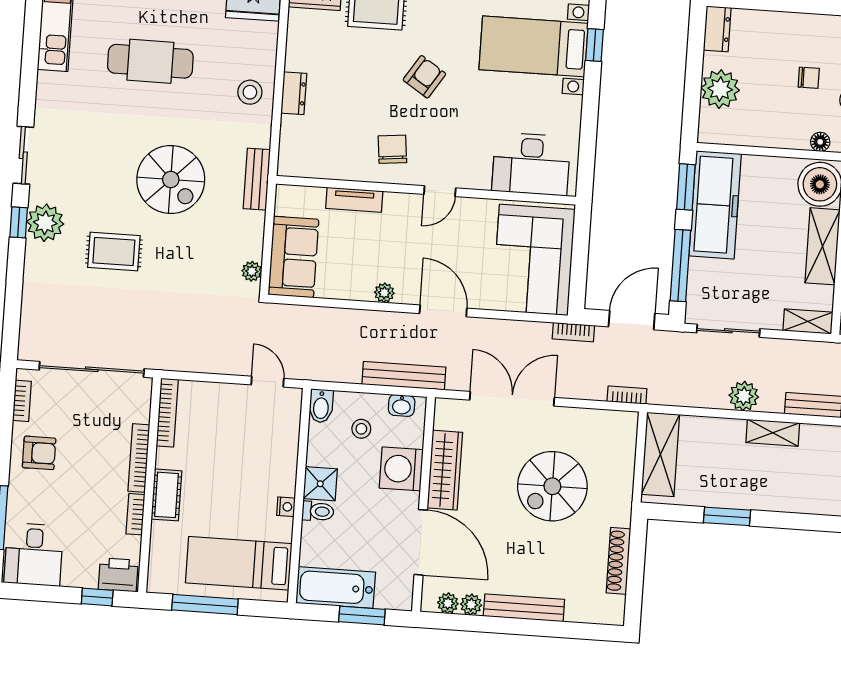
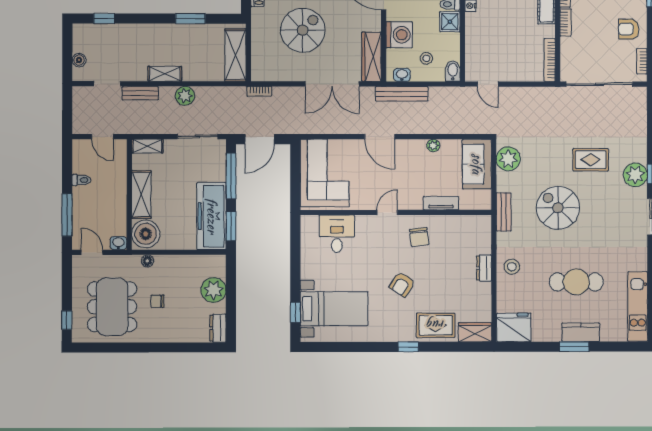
desk: (531, 164) -> (337, 234), width x0.73
plant: (252, 271) -> (508, 159), width x1.87, depth x1.87
plant: (384, 293) -> (433, 146), moved
bookcase: (573, 332) -> (296, 129), removed
bookcase: (139, 458) -> (566, 22), width x0.64
wardrobe: (445, 470) -> (372, 57), moved

